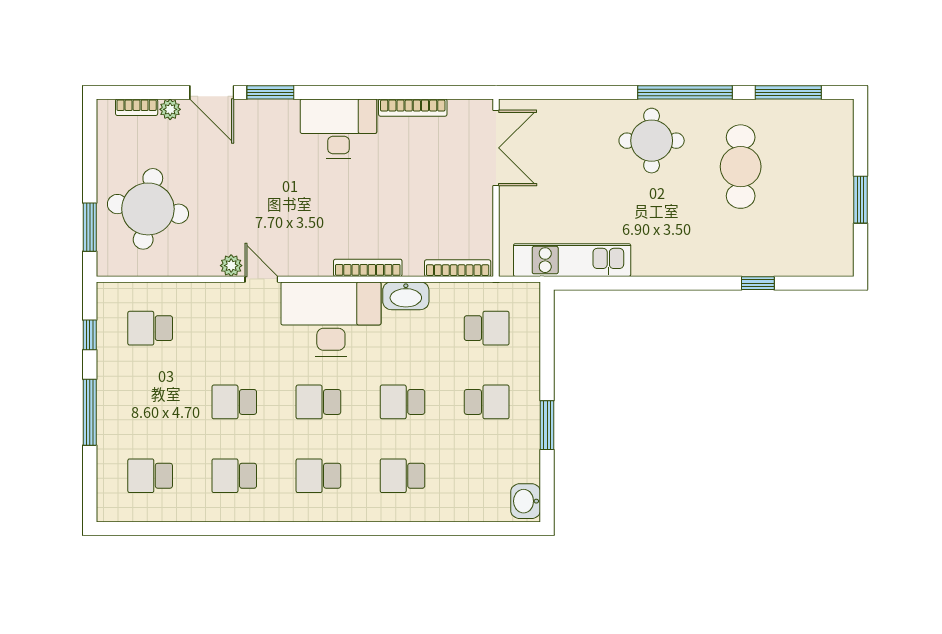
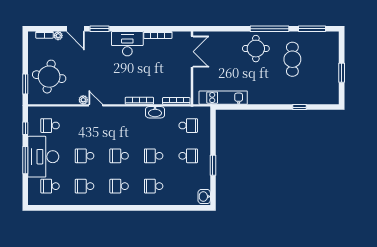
desk: (331, 319) -> (43, 157), moved, turned -90

